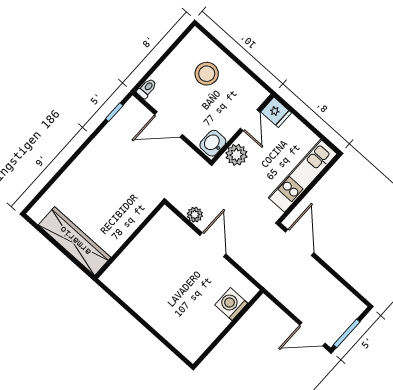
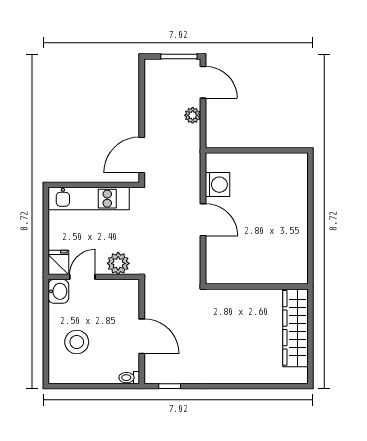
washbasin: (213, 143) -> (58, 291), moved, turned -90
plant: (195, 215) -> (193, 115), moved
door: (213, 245) -> (203, 220), swing flipped
washing machine: (231, 304) -> (217, 185), moved, turned -90

